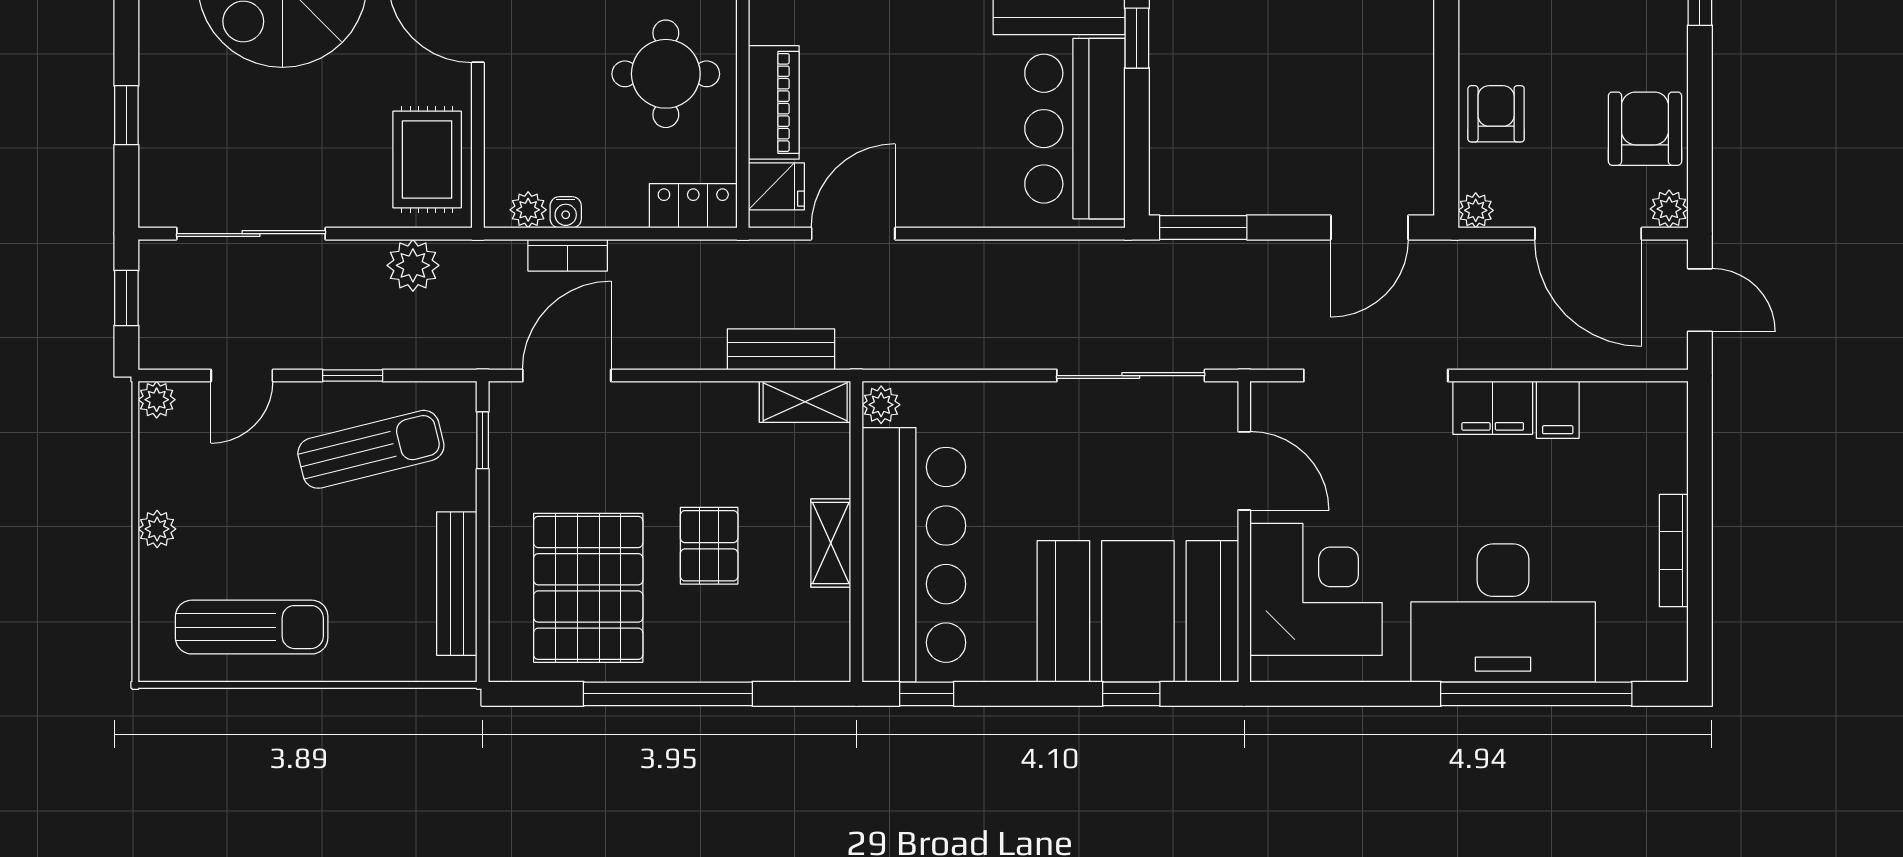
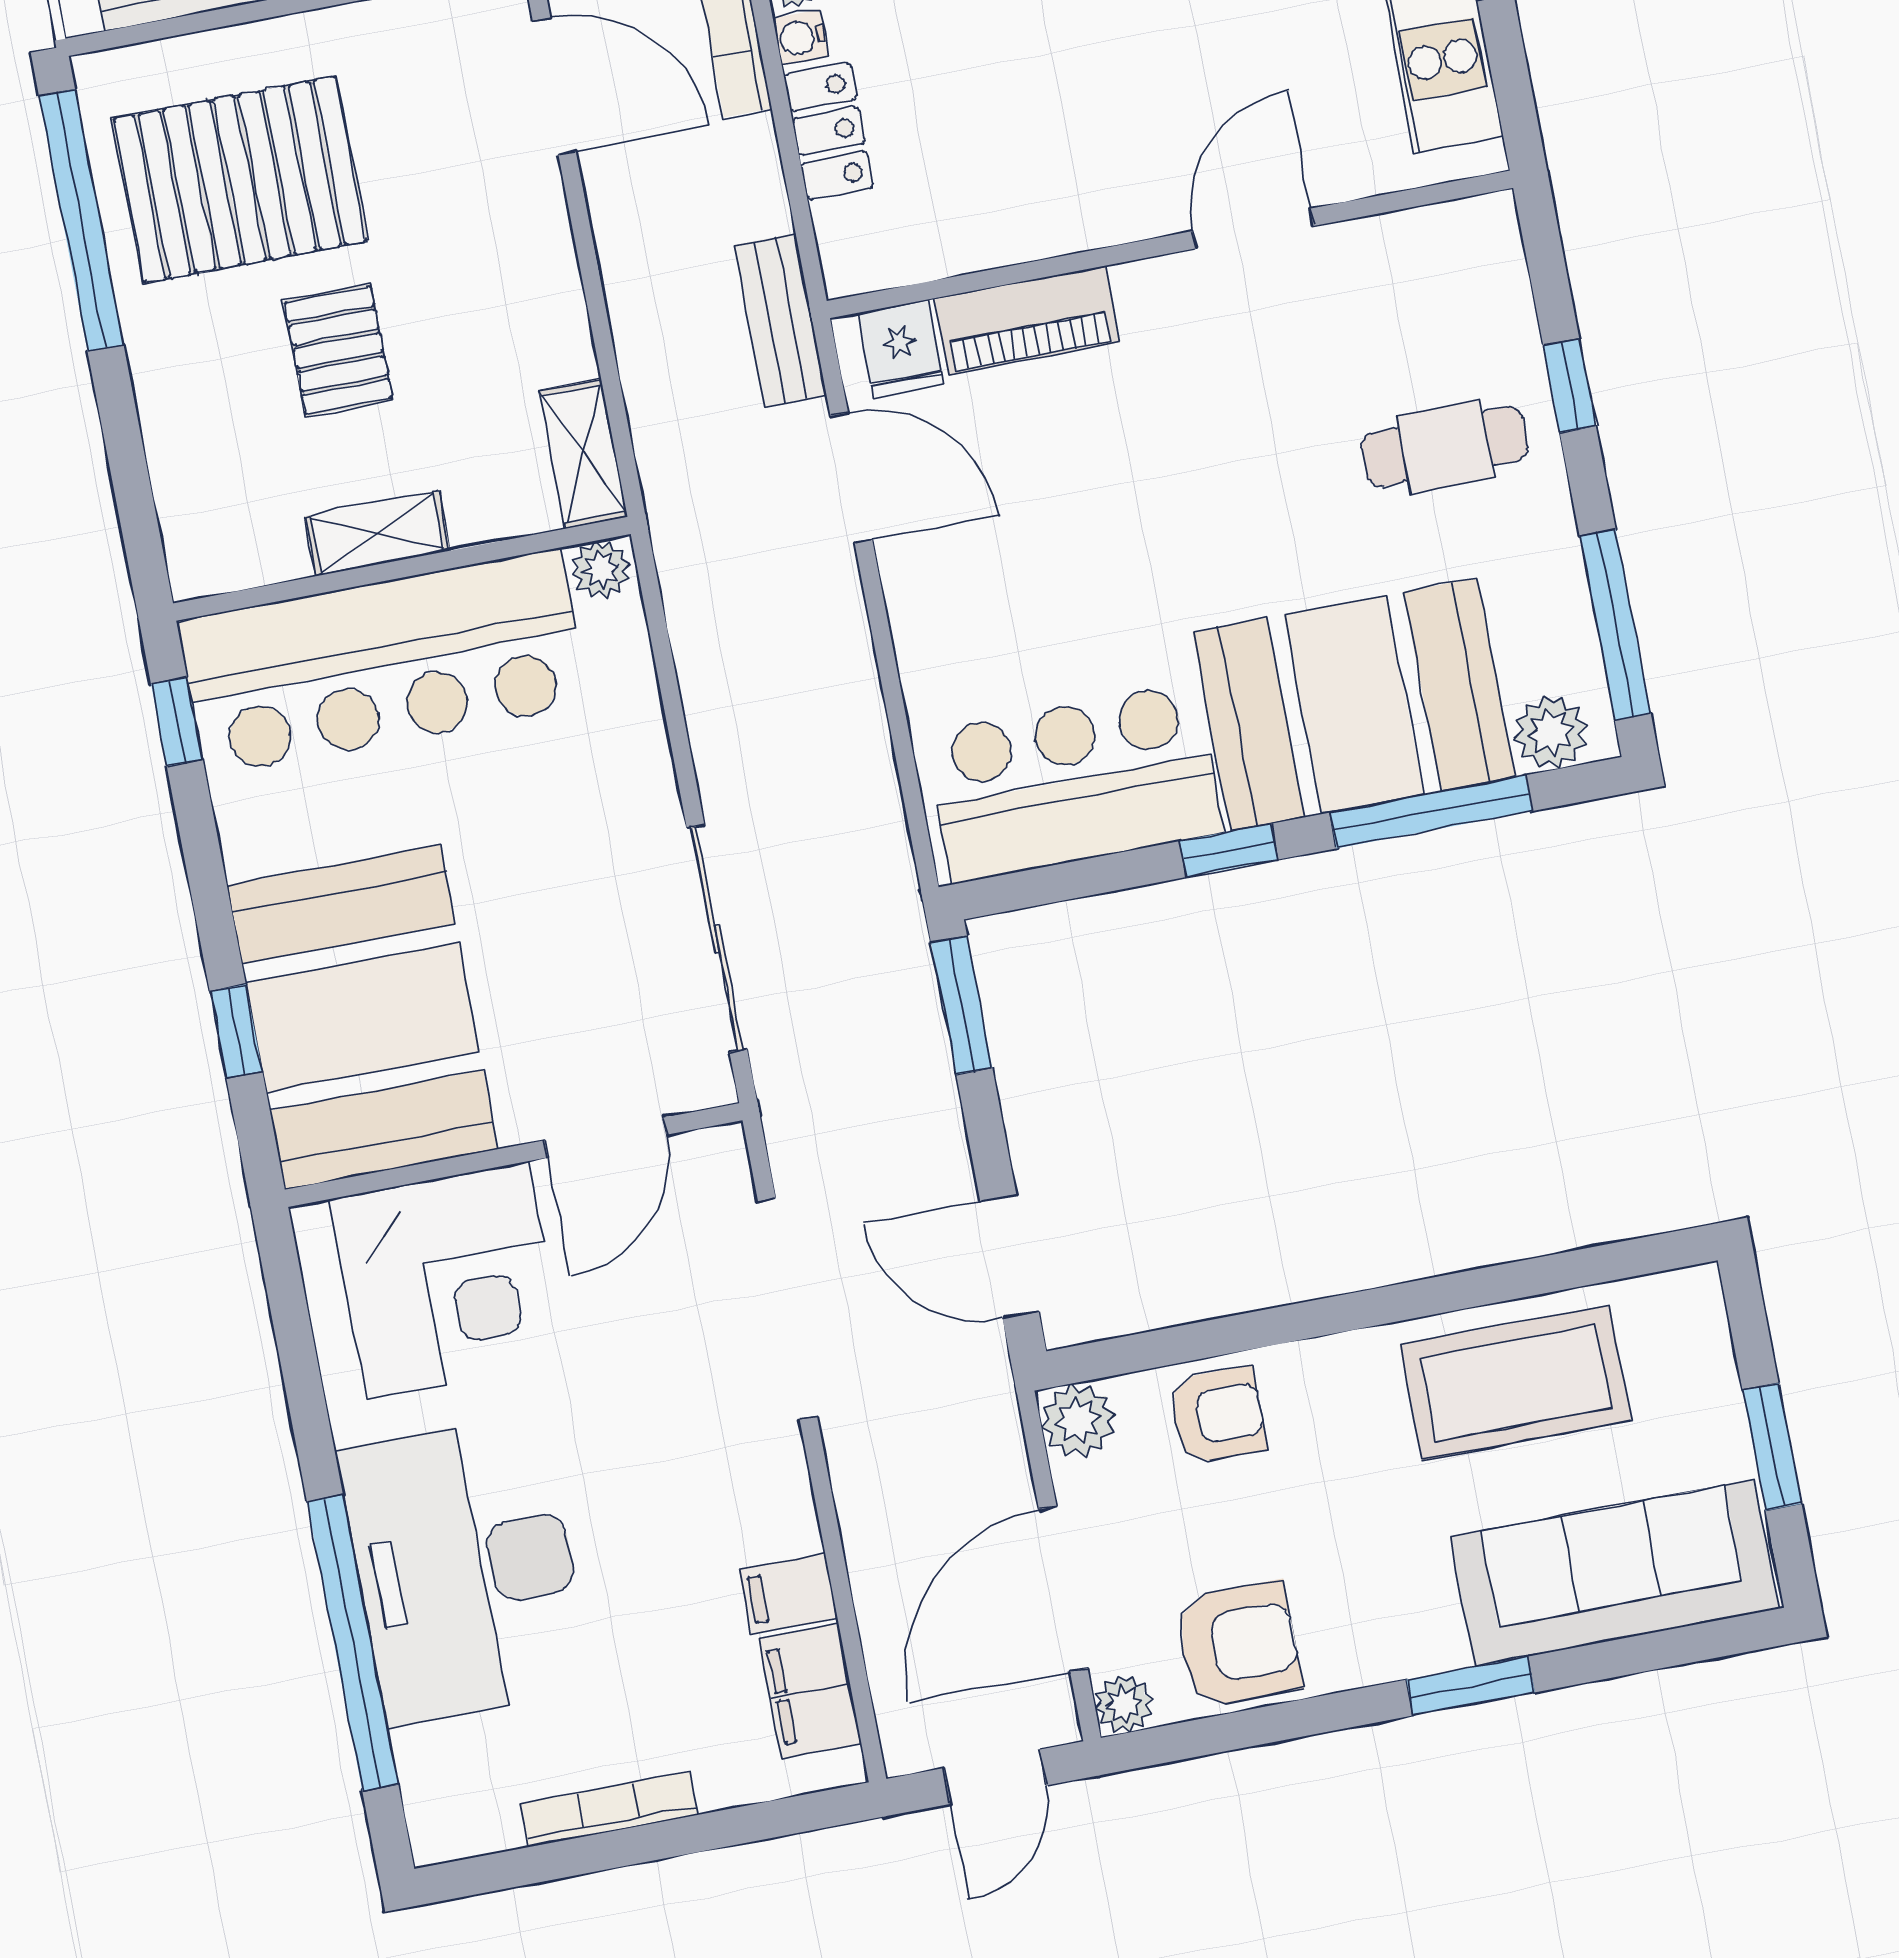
round table: (666, 74) -> (1039, 149), removed
locker: (693, 206) -> (829, 131), moved
plant: (1476, 210) -> (1078, 1420), width x1.38, depth x1.38
bench: (781, 349) -> (780, 320), moved
filing cabinet: (1493, 408) -> (810, 1691), moved
pallet: (709, 546) -> (338, 350), turned 90
window: (668, 694) -> (81, 220), moved

